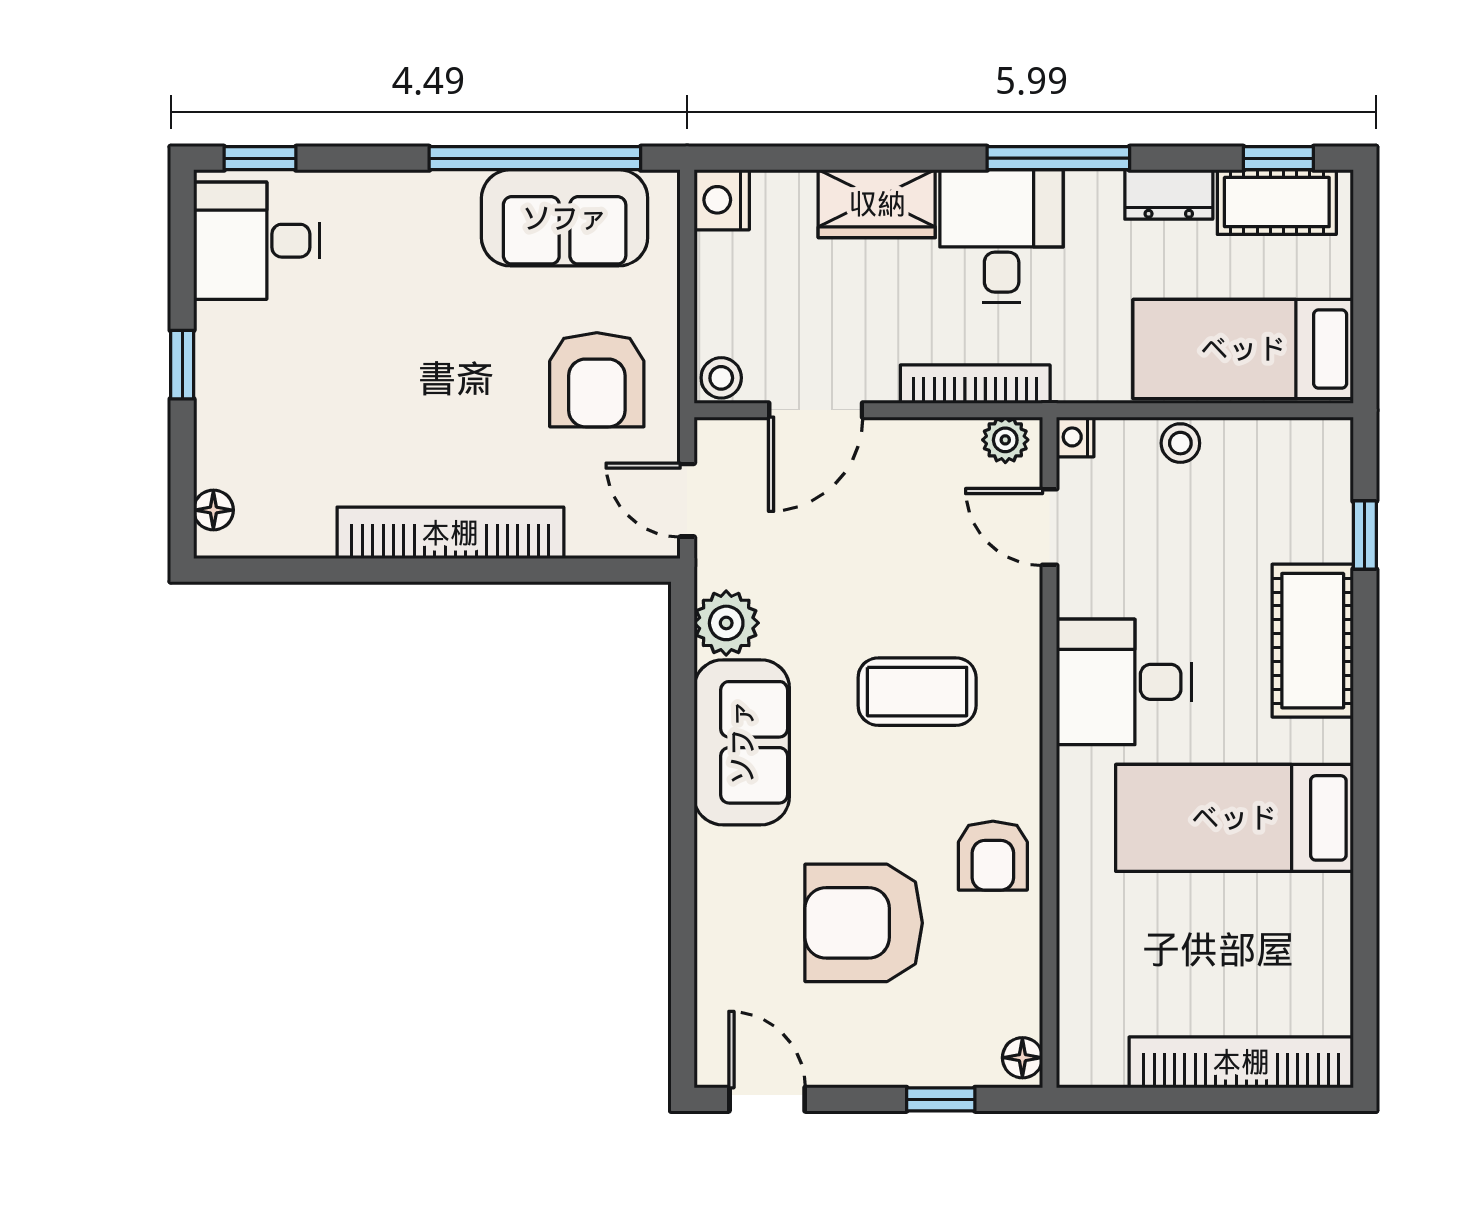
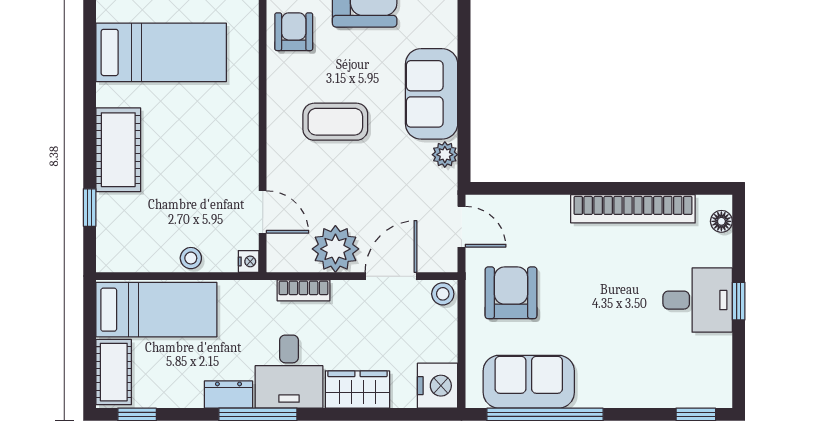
dresser: (1169, 194) -> (228, 394), moved
nightstand: (722, 200) -> (438, 386), width x1.36, depth x1.33
cot: (1277, 202) -> (114, 372), moved, turned 90
desk: (257, 241) -> (698, 300), moved
bookcase: (975, 384) -> (303, 290), width x0.64
plant: (1005, 440) -> (335, 249), moved, width x1.87, depth x1.87
bookcase: (450, 533) -> (633, 209), moved
plant: (726, 623) -> (445, 155), width x0.73, depth x0.73
desk: (1124, 682) -> (222, 127), removed

